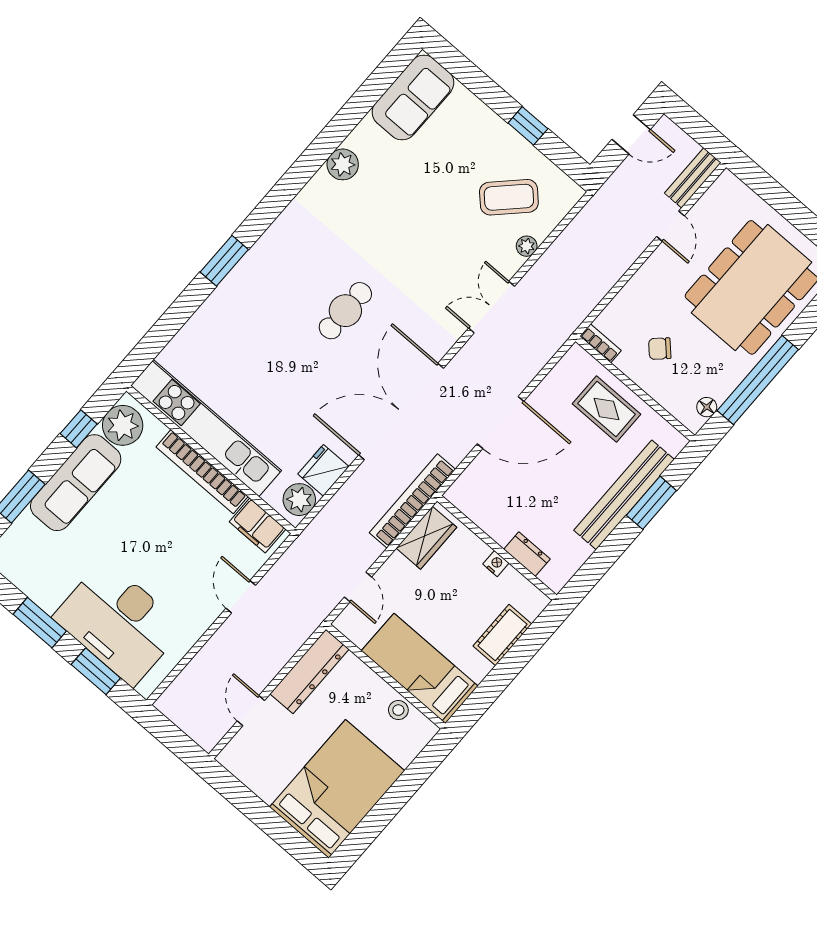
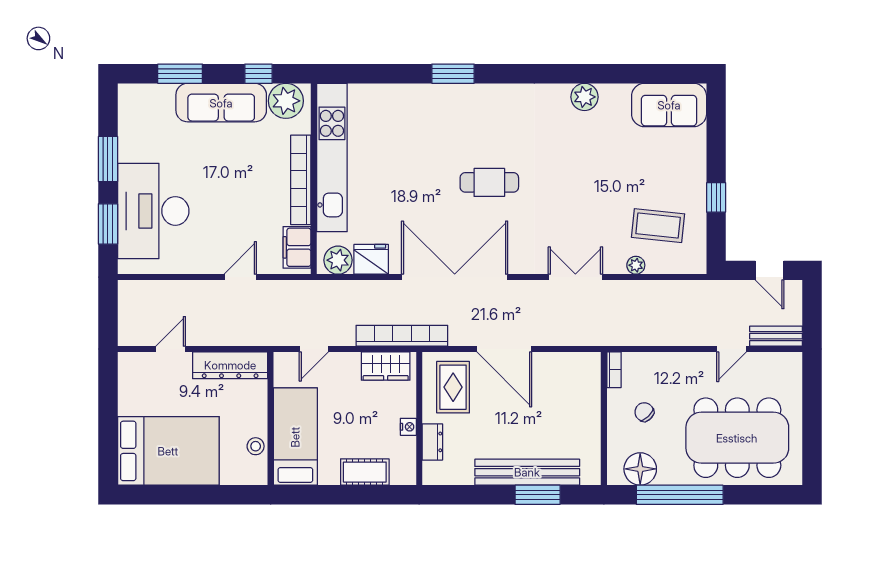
coffee table: (509, 197) -> (658, 226), turned -39
floor lamp: (707, 407) -> (640, 469), width x1.89, depth x1.89
rug: (607, 409) -> (453, 387), moved

